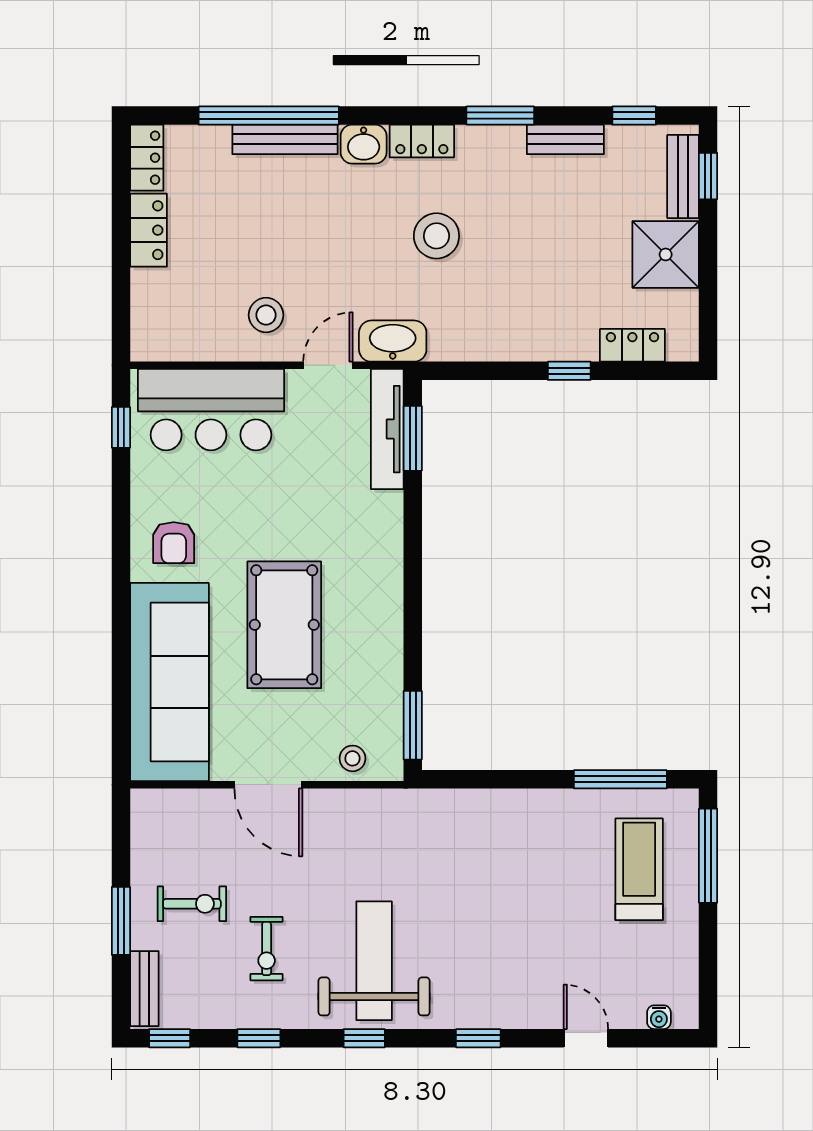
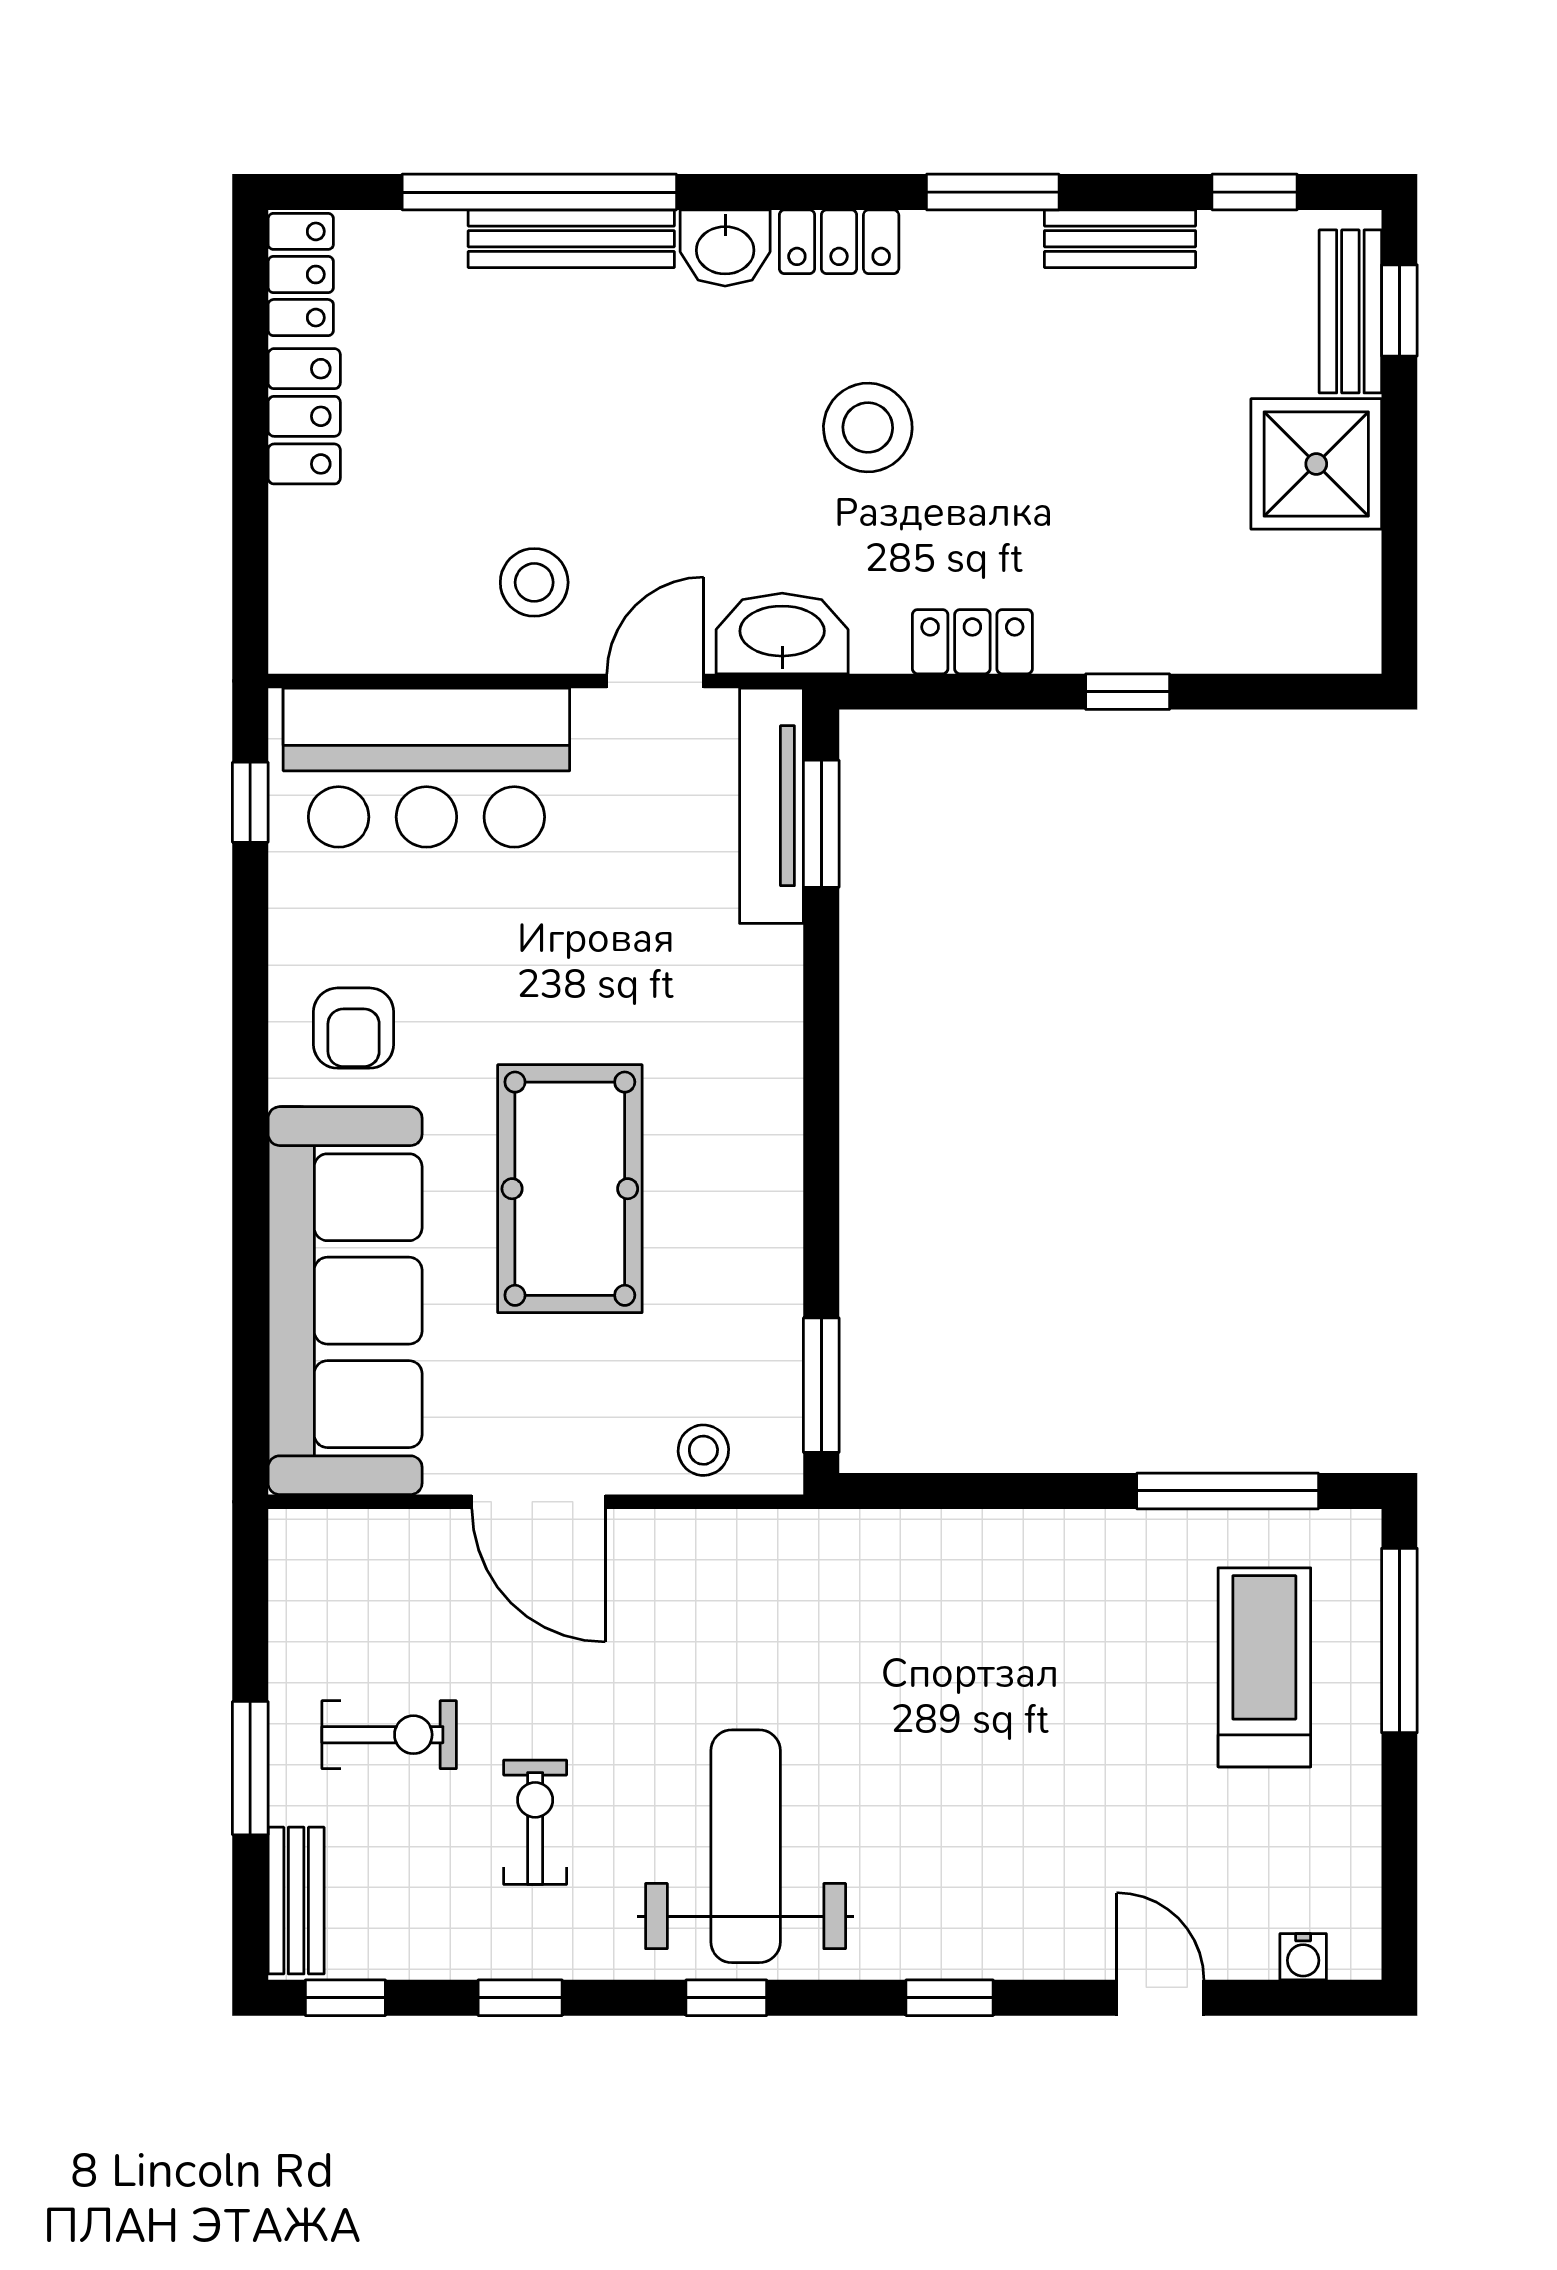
locker: (632, 345) -> (972, 642), moved
exercise bike: (267, 949) -> (535, 1822), turned 180

